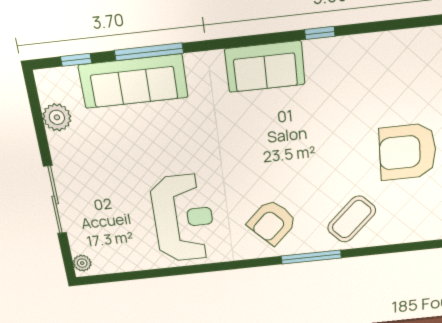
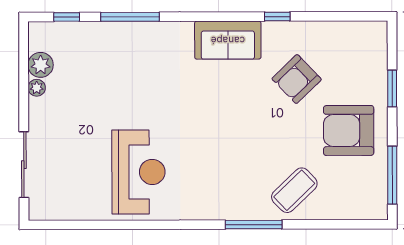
sofa: (133, 81) -> (113, 40), removed
sliding door: (55, 200) -> (24, 165), moved
armchair: (272, 222) -> (297, 79), moved
plant: (82, 263) -> (37, 88), moved

